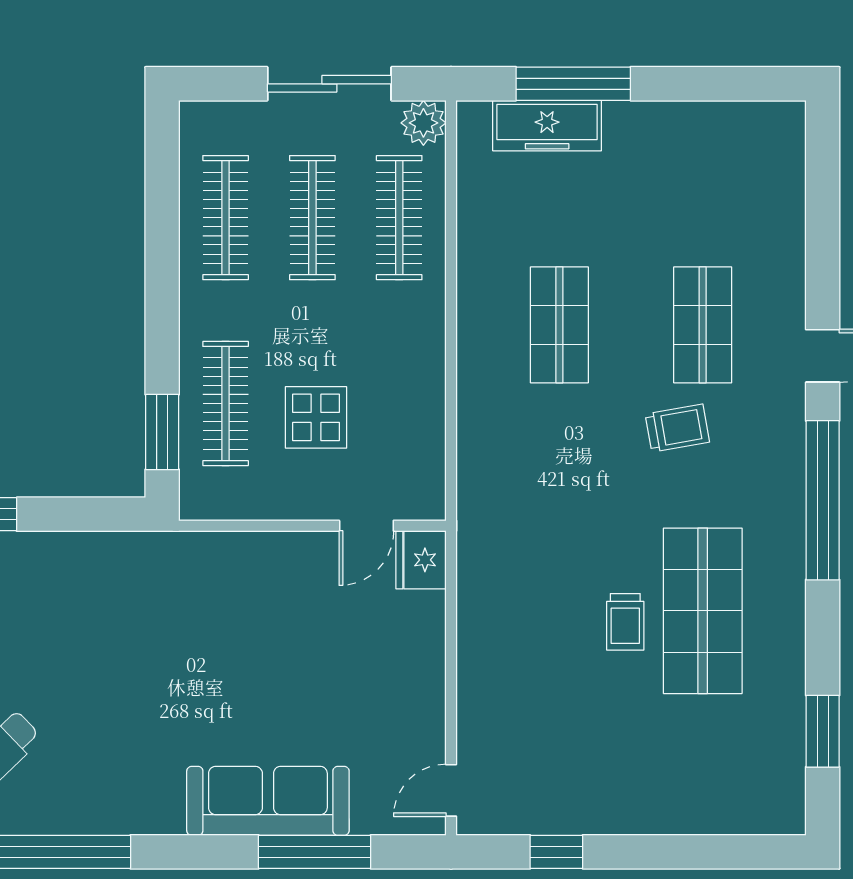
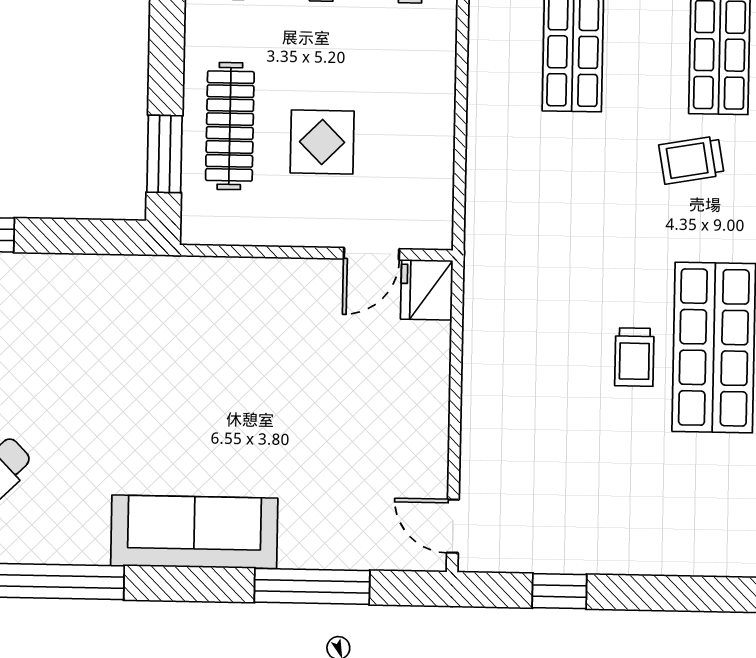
trolley: (677, 428) -> (691, 160), turned 180
door: (451, 790) -> (453, 526), hinge flipped
sofa: (268, 801) -> (194, 532), moved

